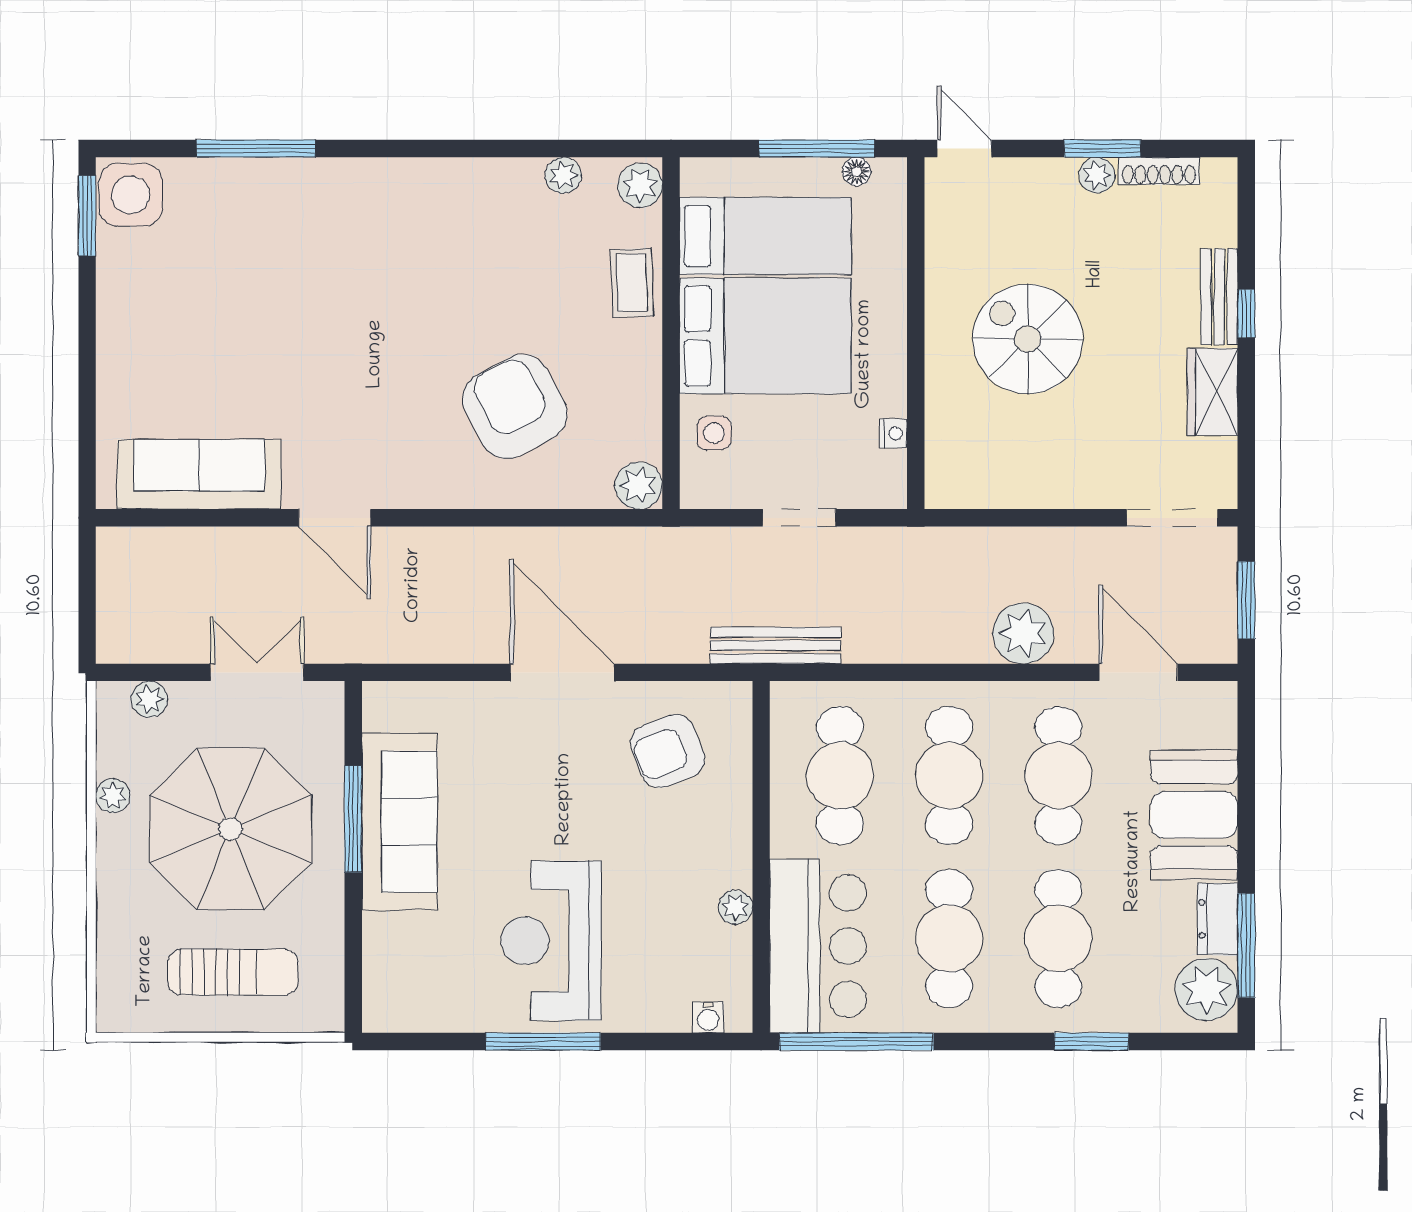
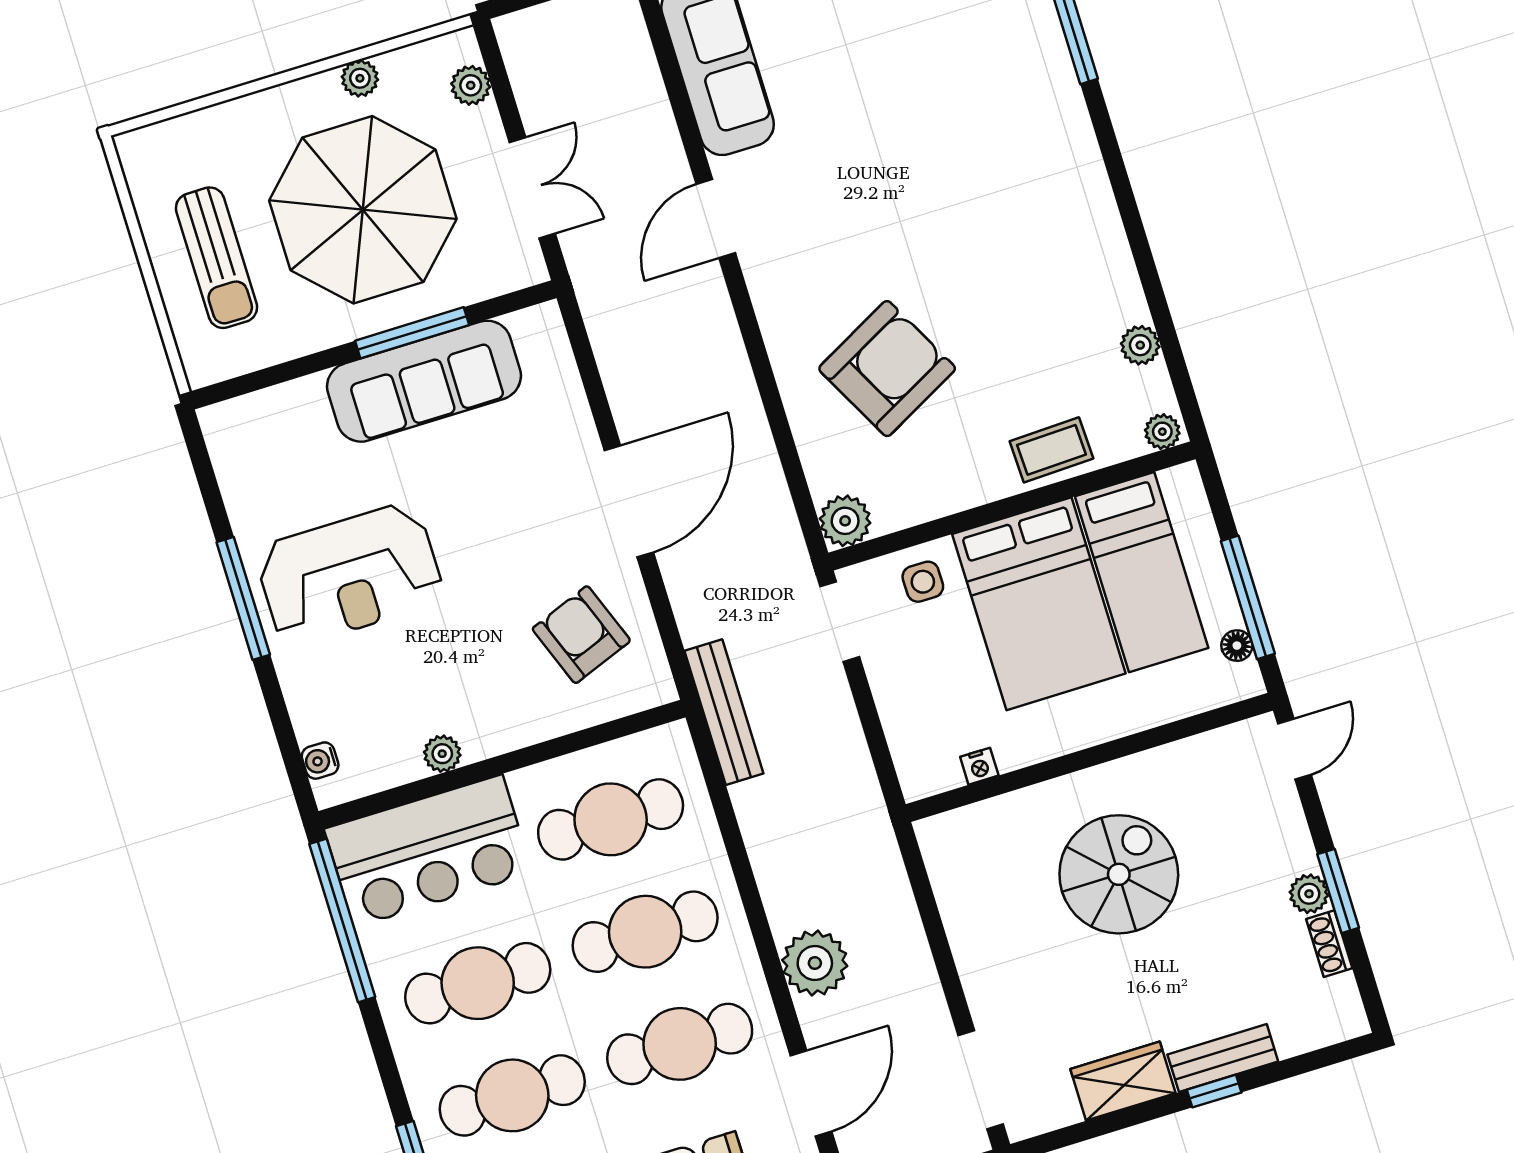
shoe rack: (1159, 171) -> (1329, 944), width x0.70
plant: (640, 185) -> (1162, 432), width x0.73, depth x0.73
doorway: (799, 518) -> (840, 622), moved
reception desk: (551, 941) -> (350, 575), turned 180

